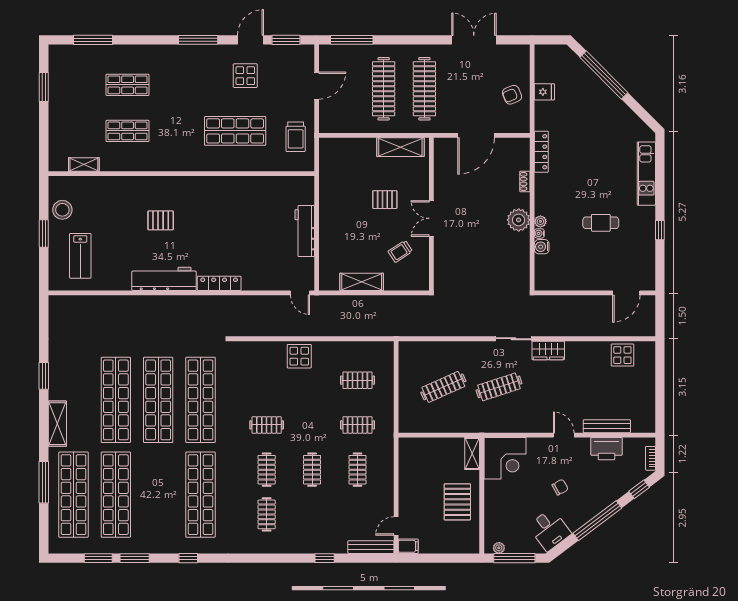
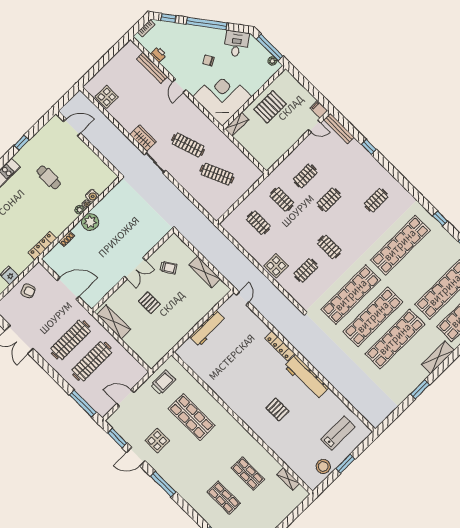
printer: (606, 449) -> (158, 54), width x0.53, depth x0.68
corner desk: (505, 458) -> (222, 97), width x1.36, depth x1.36
clothes rail: (267, 470) -> (306, 270), moved

